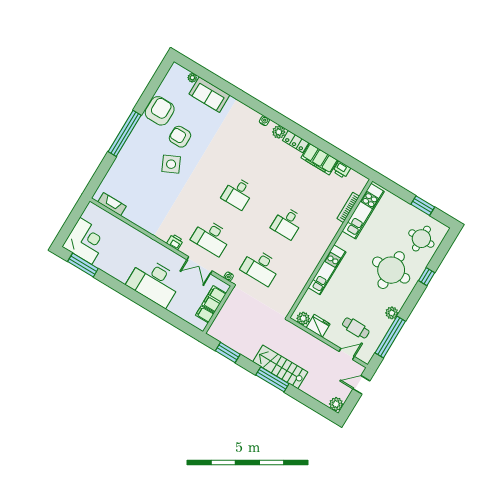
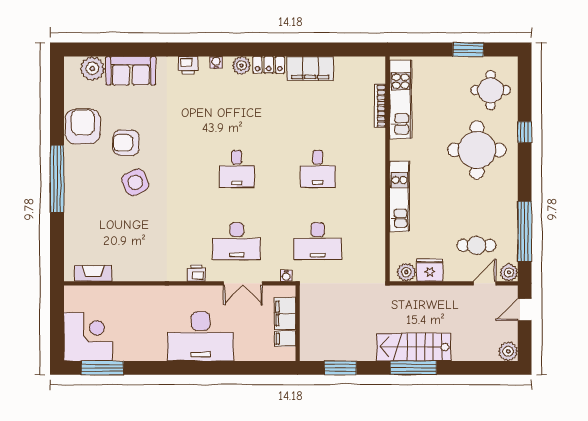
plant: (192, 78) -> (92, 68), width x1.88, depth x1.88
printer: (342, 170) -> (188, 65), moved
plant: (392, 313) -> (509, 272), moved

